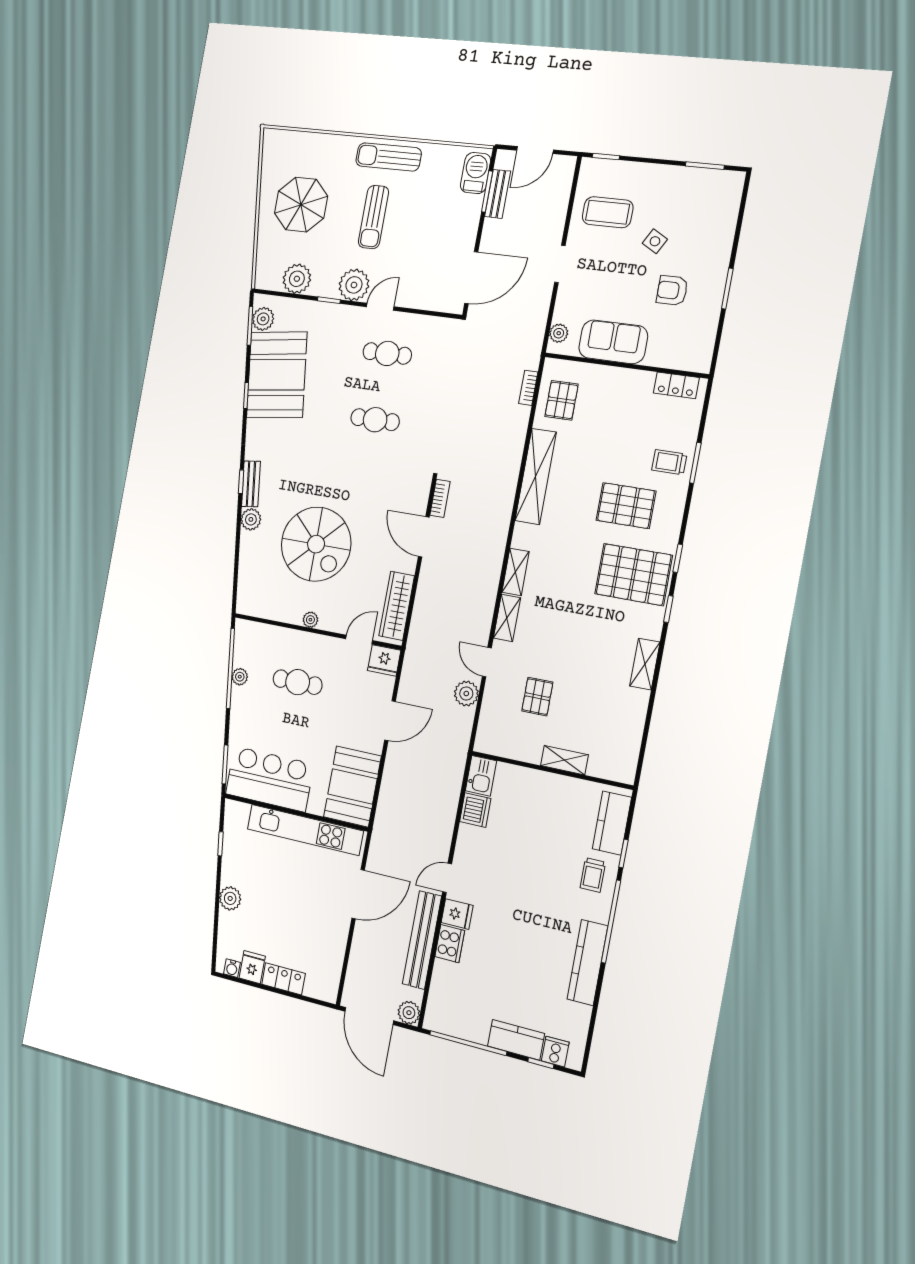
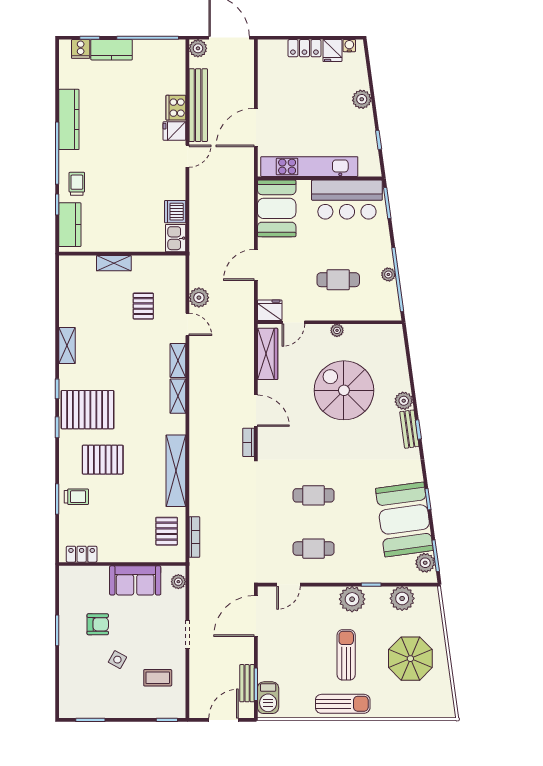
coffee table: (608, 212) -> (158, 678), width x0.73, depth x0.77
door: (380, 307) -> (288, 585), moved
bookcase: (528, 388) -> (194, 537), width x1.56

